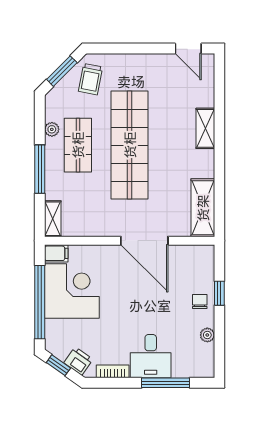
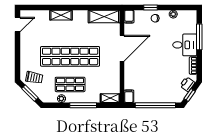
filing cabinet: (203, 254) -> (129, 17), added
corner desk: (72, 291) -> (149, 88), removed

